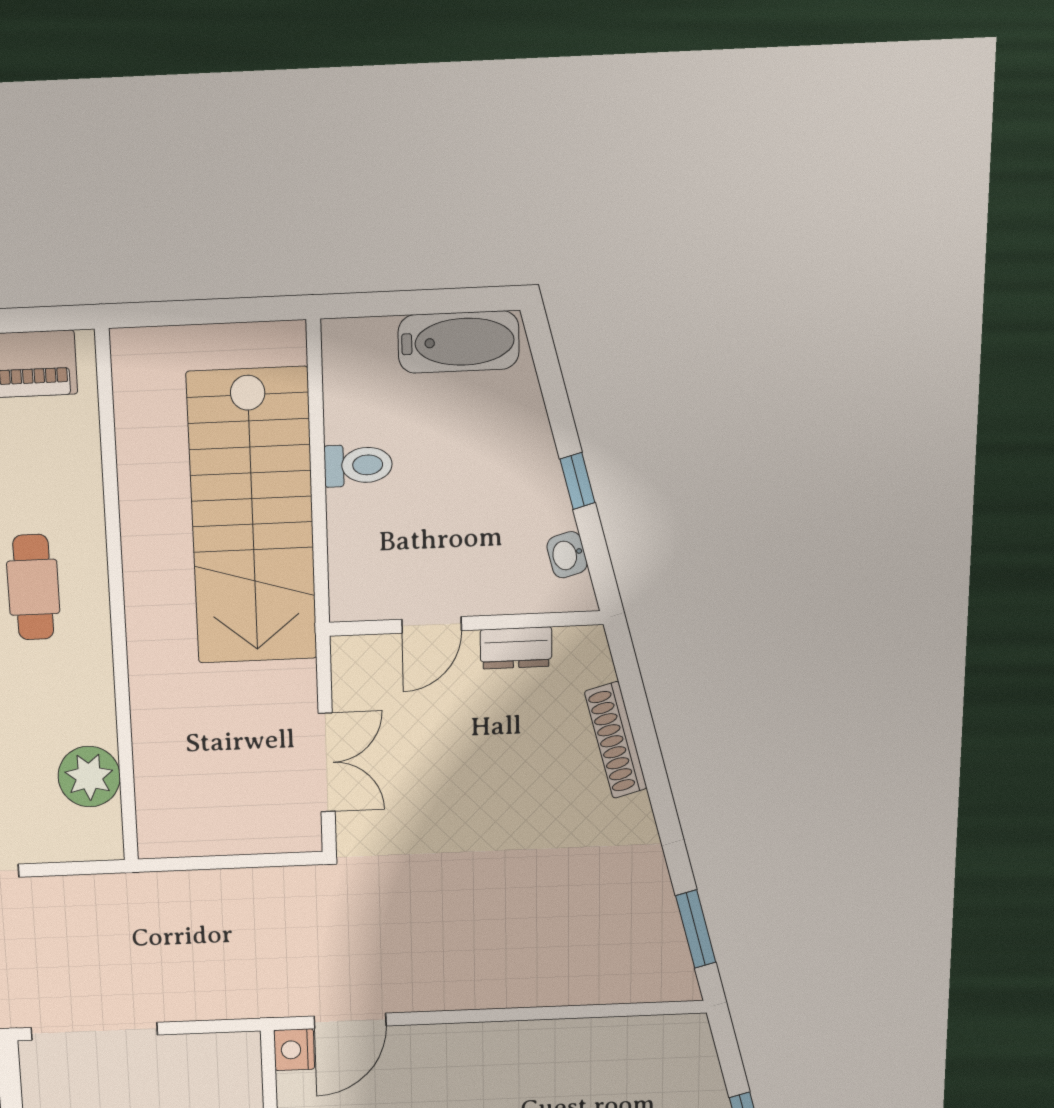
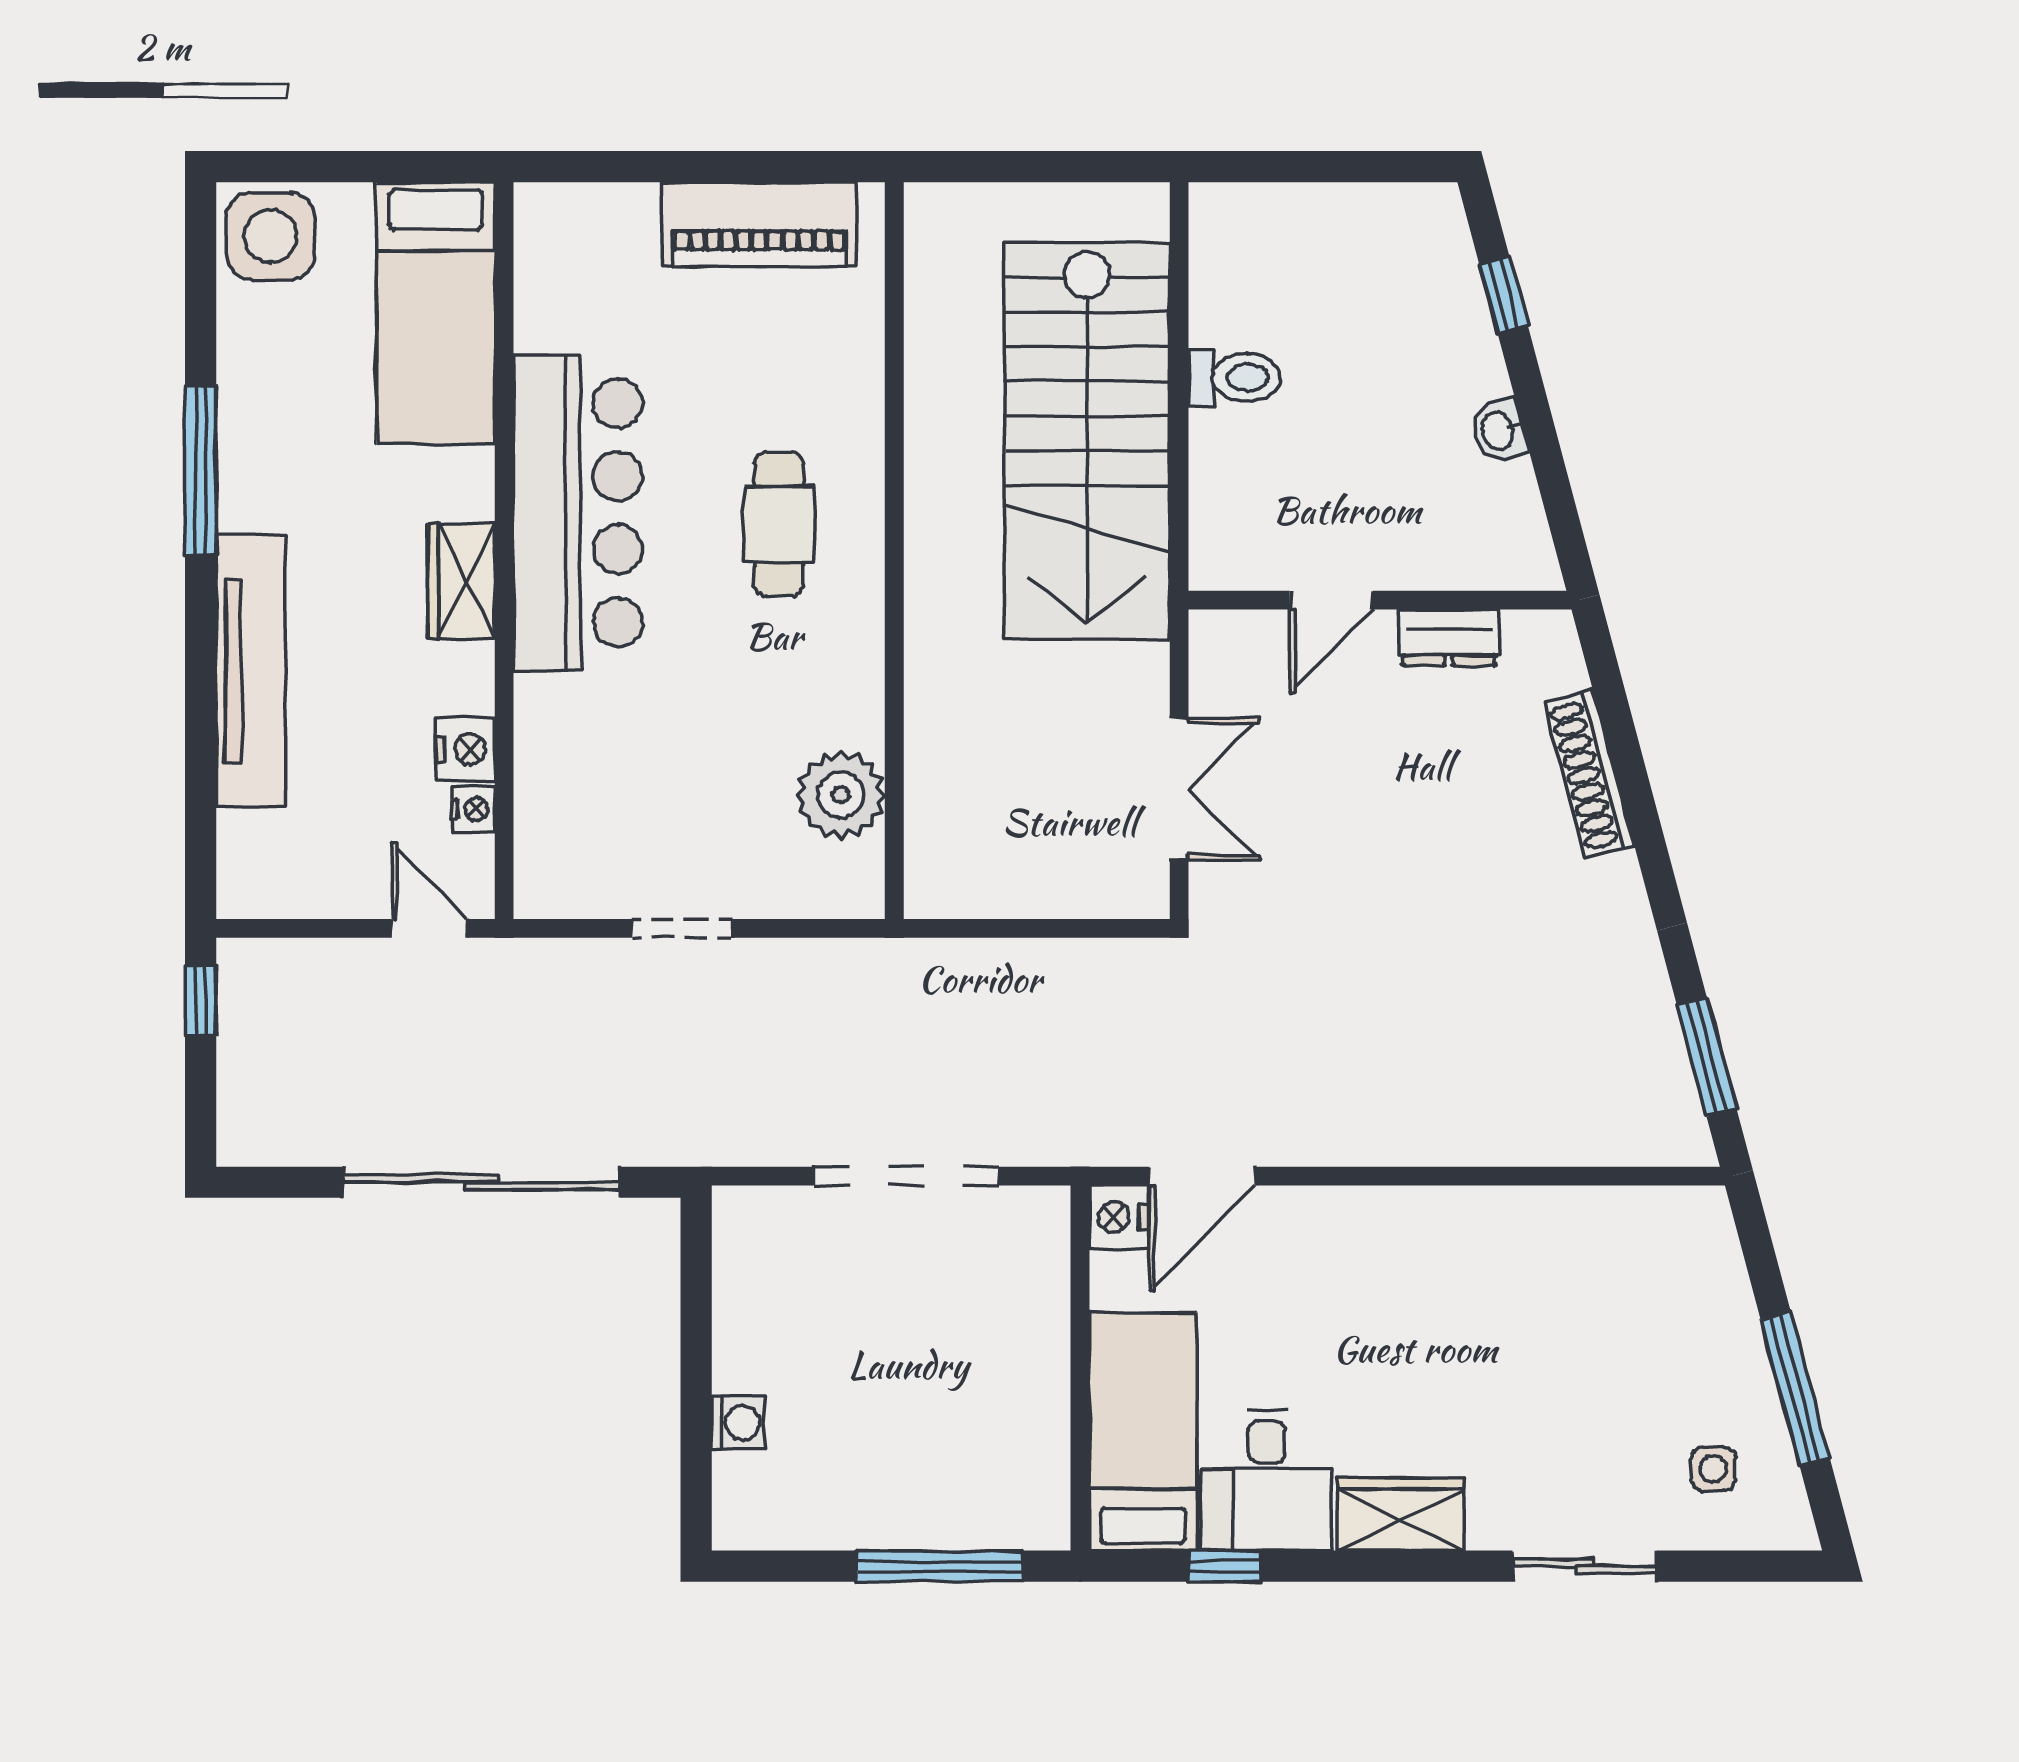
bathtub: (459, 342) -> (1374, 220), removed
window: (577, 481) -> (1504, 295), moved
washbasin: (567, 555) -> (1499, 430), moved
doorway: (94, 1031) -> (906, 1176), moved

